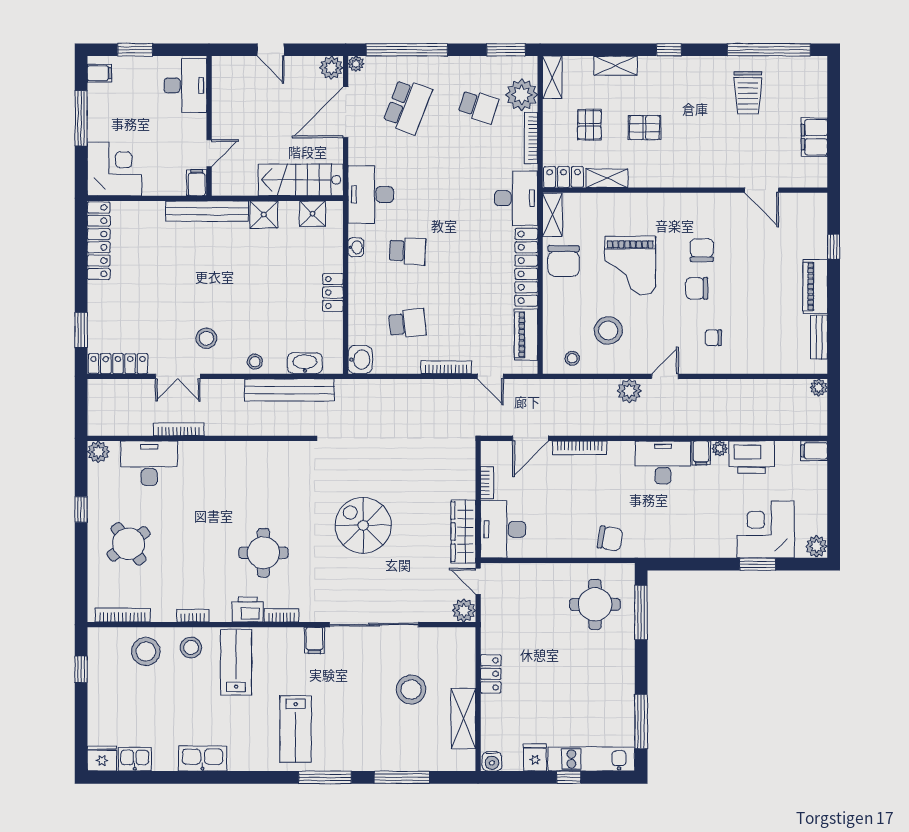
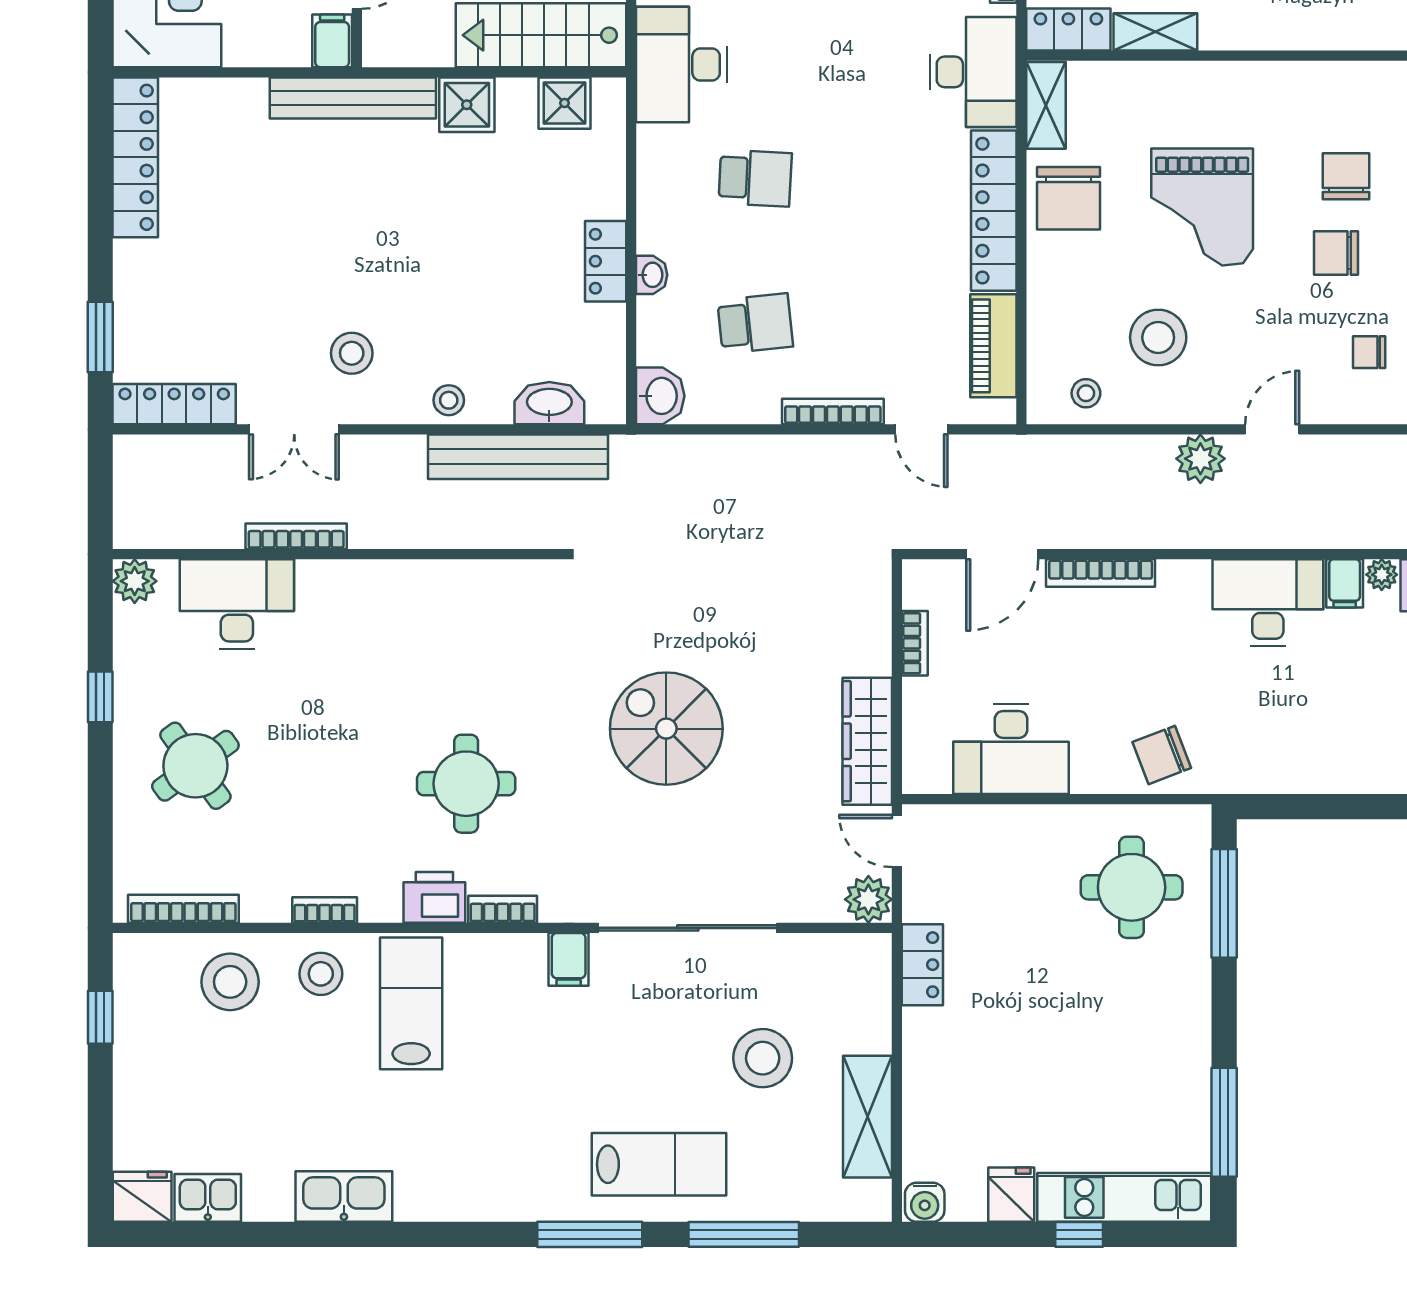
washbasin: (356, 247) -> (652, 275), moved
desk: (503, 529) -> (1011, 749), moved, turned -90
chair: (610, 538) -> (1162, 755), turned 149
locker: (491, 674) -> (922, 965), moved
lab bench: (296, 729) -> (659, 1164), moved, turned -90

